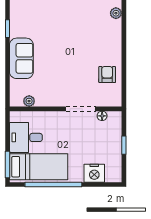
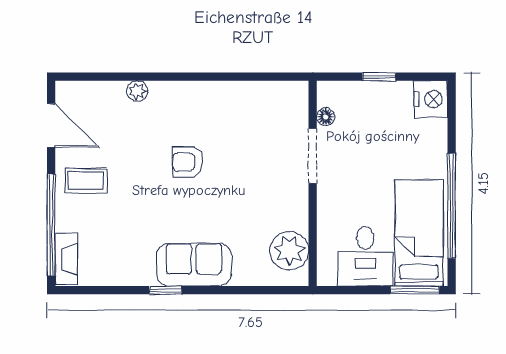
sofa: (21, 58) -> (194, 265), moved
armchair: (107, 75) -> (188, 162), moved
plant: (29, 101) -> (289, 251), width x1.87, depth x1.87
nightstand: (94, 173) -> (431, 99), moved

